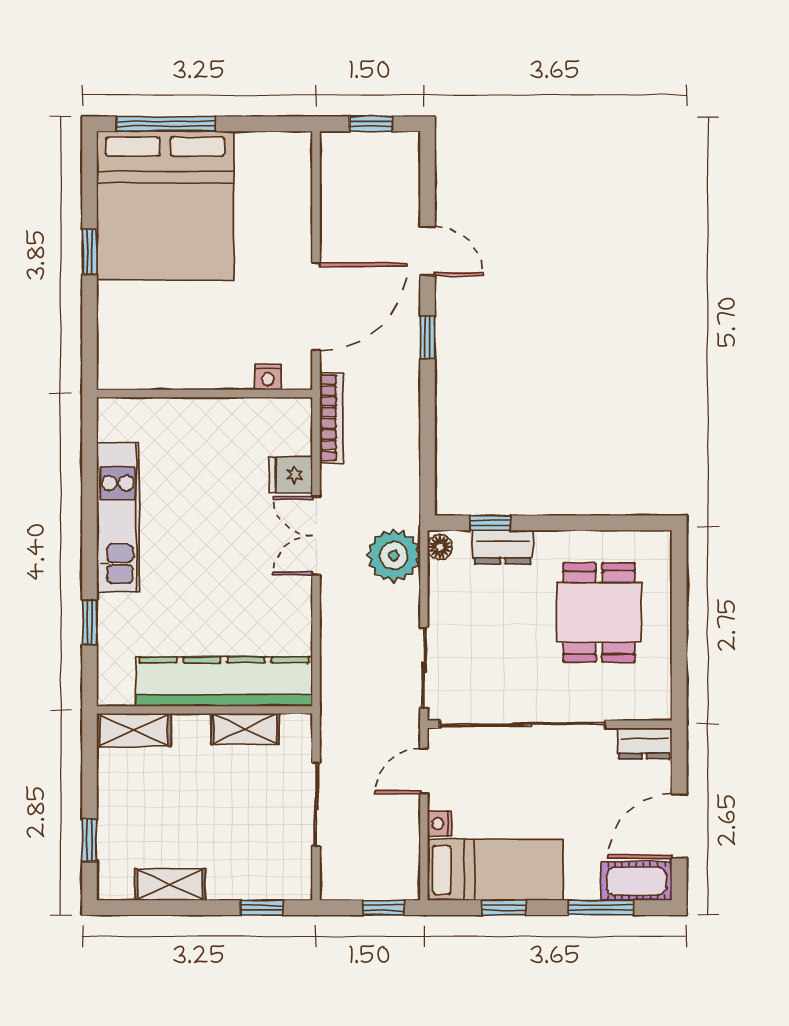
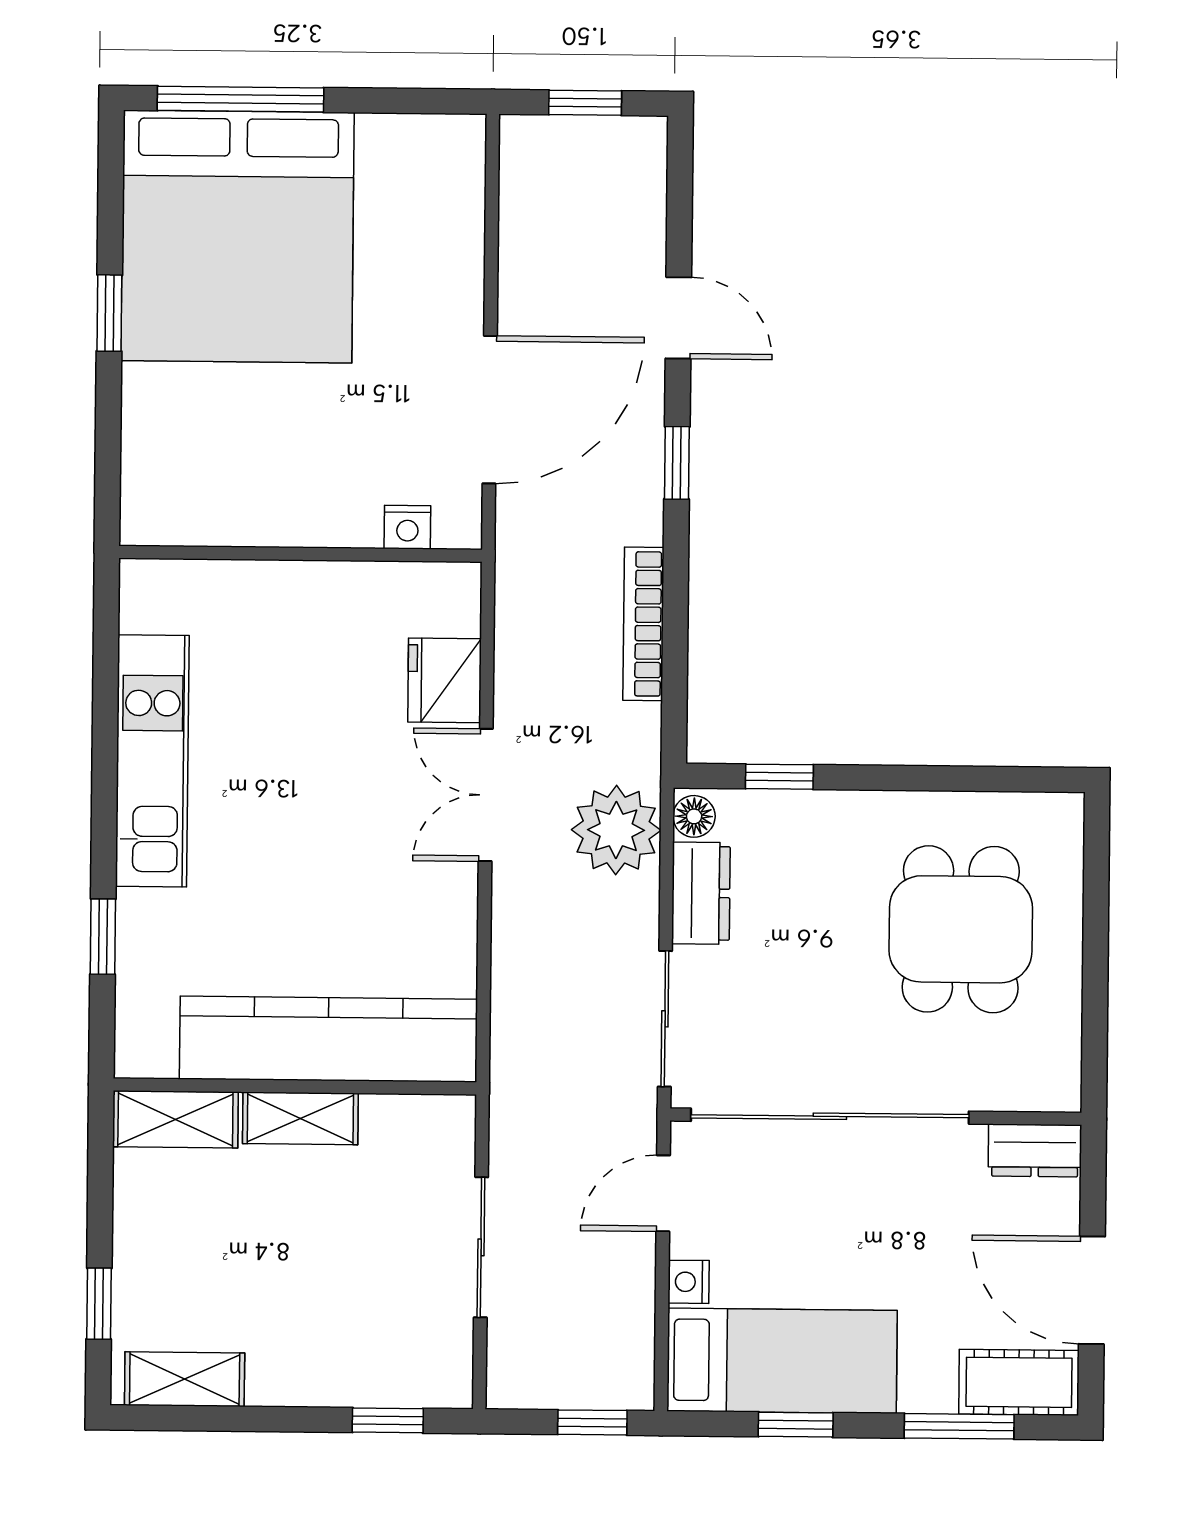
bookcase: (331, 418) -> (643, 624), moved, turned 180
fridge: (291, 475) -> (445, 680), width x1.38
dresser: (503, 547) -> (701, 893), moved, turned -90
shelving: (245, 729) -> (300, 1118), moved
door: (679, 826) -> (1092, 1290), hinge flipped
shelving: (170, 884) -> (185, 1379), moved

